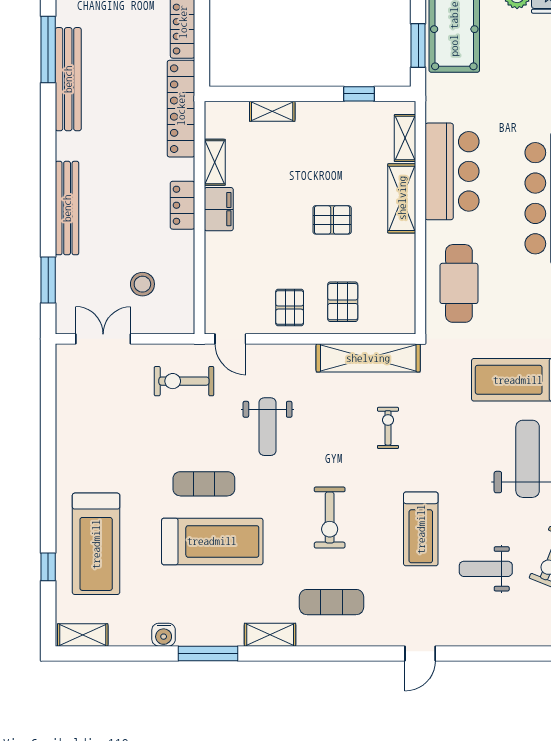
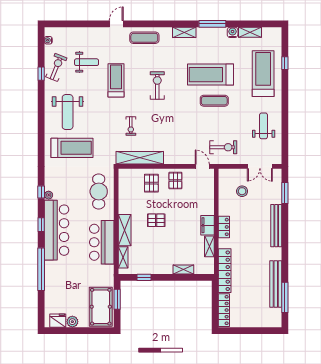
weight bench: (268, 427) -> (264, 126), moved
exercise mat: (331, 602) -> (144, 38), moved
shelving: (83, 635) -> (250, 32), moved

